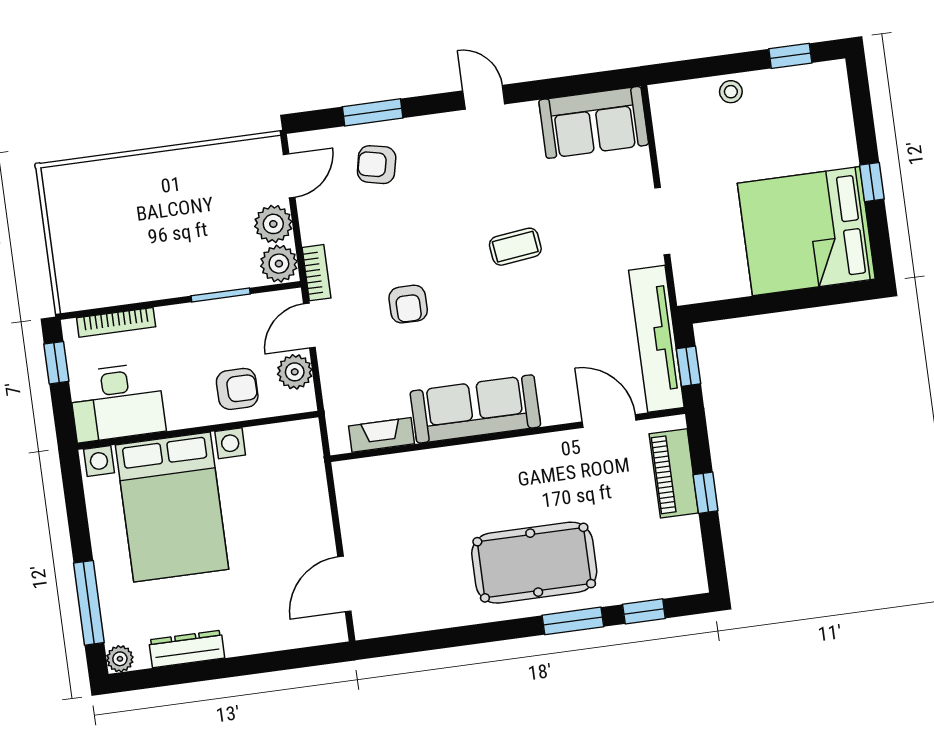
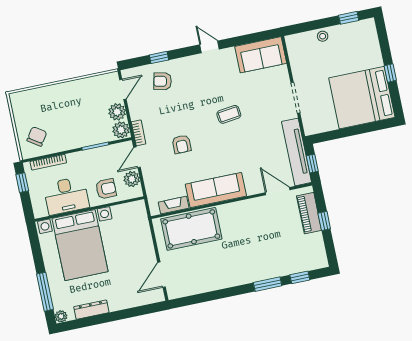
window: (373, 112) -> (159, 57), width x0.67
chair: (95, 265) -> (37, 136), added
desk: (117, 402) -> (66, 196), moved
pool table: (534, 563) -> (191, 229), moved

